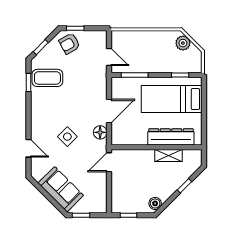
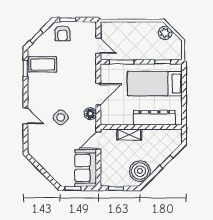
armchair: (69, 44) -> (63, 33), turned -61
door: (28, 148) -> (25, 116), moved
shelving: (169, 155) -> (129, 134), moved
sofa: (61, 189) -> (86, 168), moved, turned -135
boiler: (155, 203) -> (140, 171), width x1.86, depth x1.86

